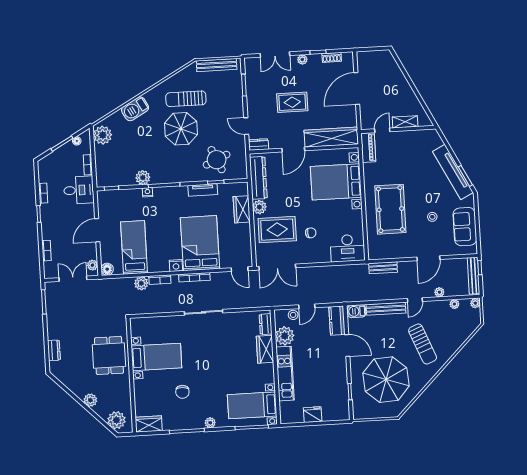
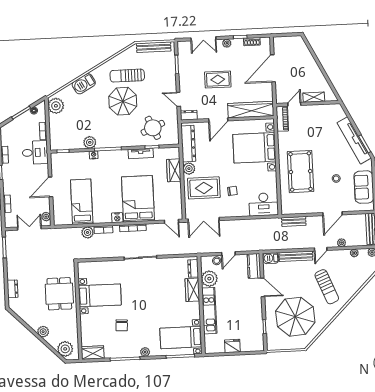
floor lamp: (107, 269) -> (59, 220), removed

